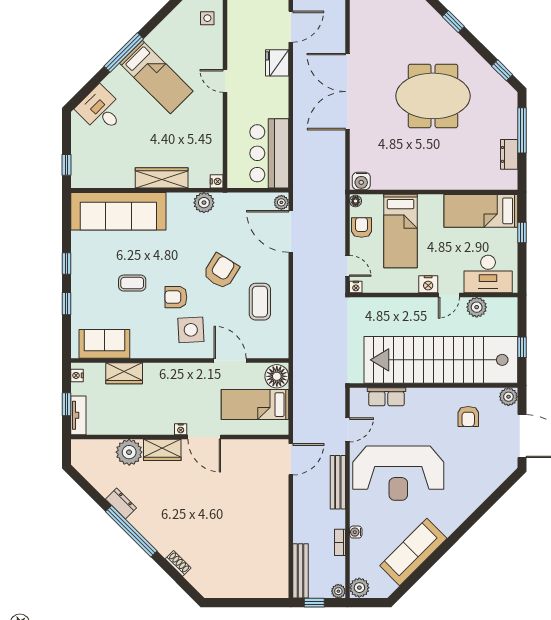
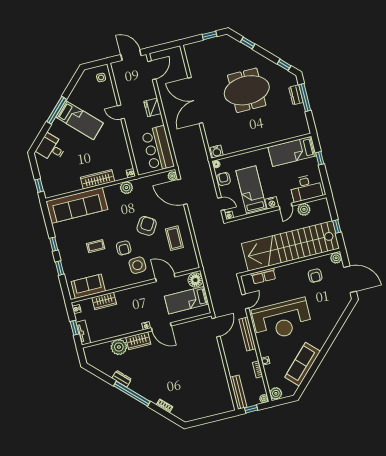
fridge: (277, 63) -> (153, 107), moved
dresser: (509, 154) -> (296, 95), moved
bed: (401, 231) -> (251, 190), moved, turned 180
armchair: (176, 297) -> (124, 248), turned -90

